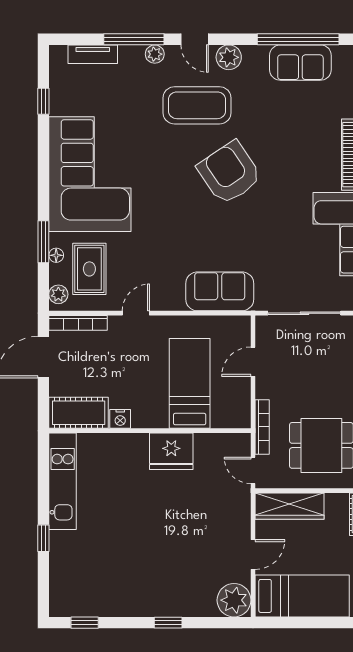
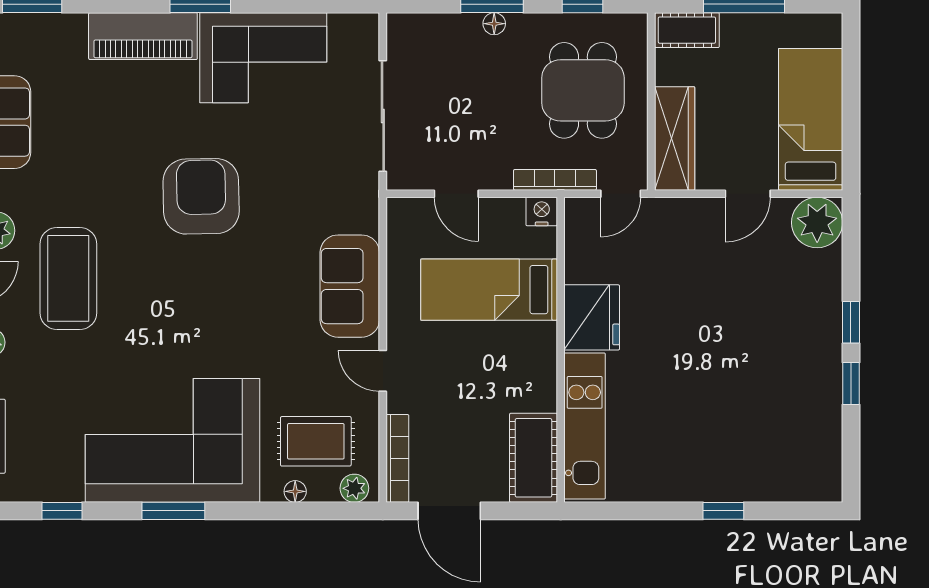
armchair: (229, 173) -> (201, 196), moved, turned 123
window: (43, 242) -> (173, 511), moved
sofa: (220, 291) -> (350, 286), moved
nightstand: (120, 419) -> (542, 211), moved, turned -90
kitchen unit: (63, 481) -> (585, 426), moved, turned 90
door: (253, 554) -> (748, 194), swing flipped
window: (85, 623) -> (851, 384), moved

